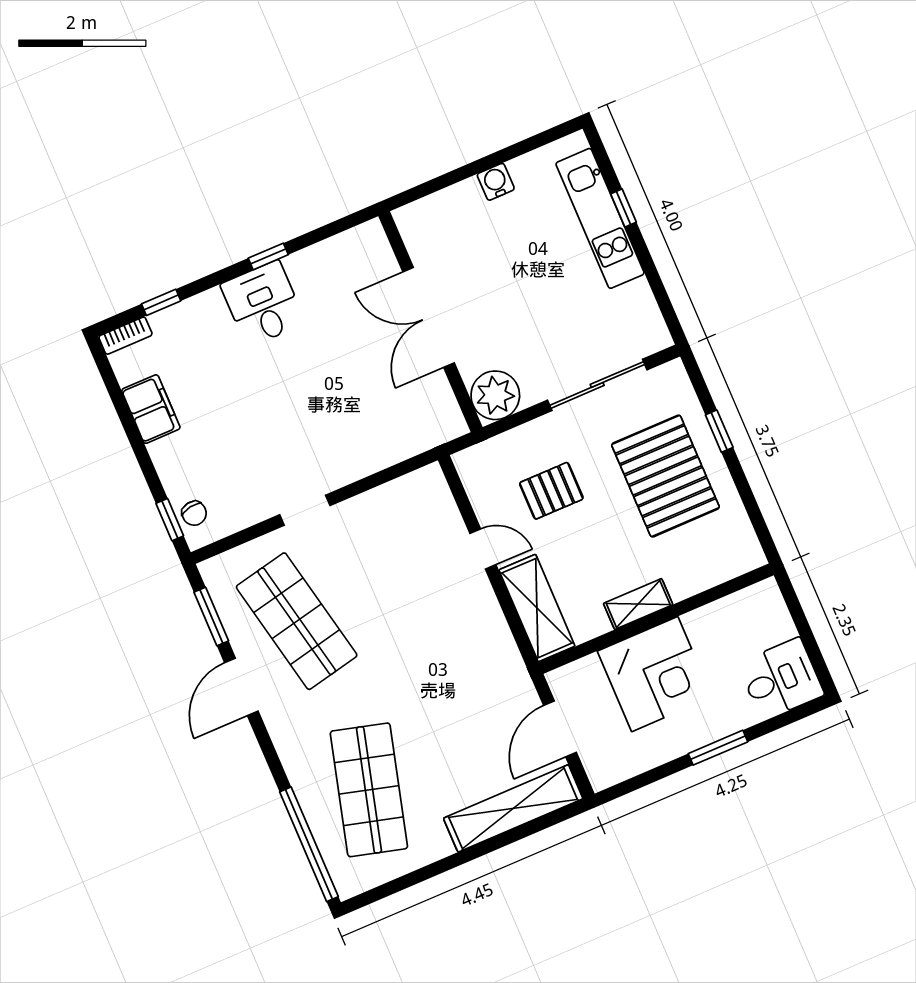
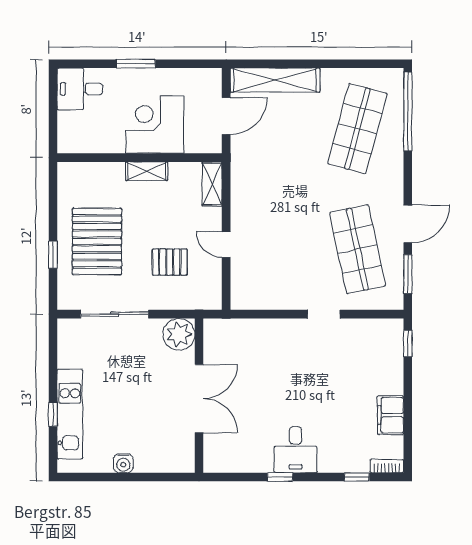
chair: (194, 513) -> (391, 341), removed
shelving: (537, 608) -> (212, 184), width x0.67, depth x0.75

